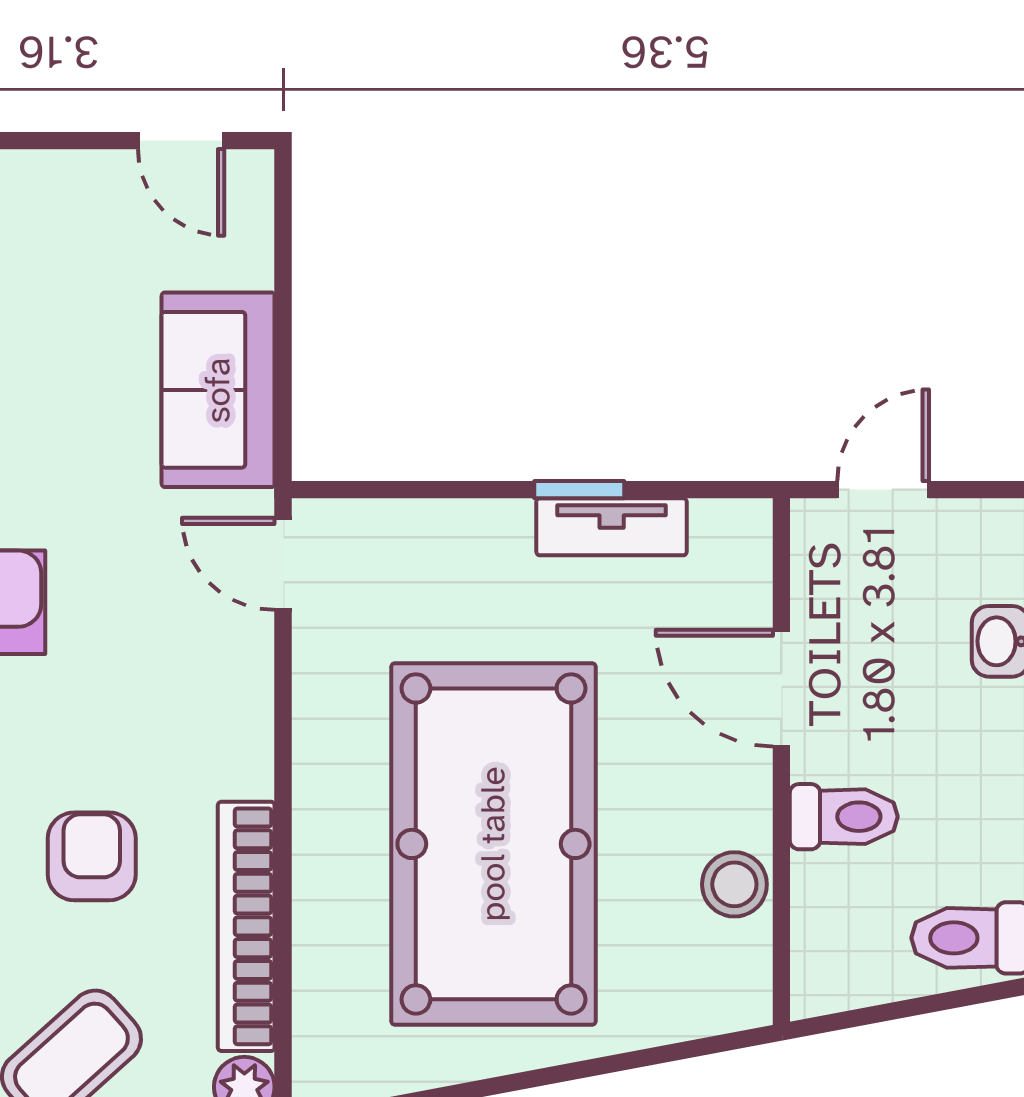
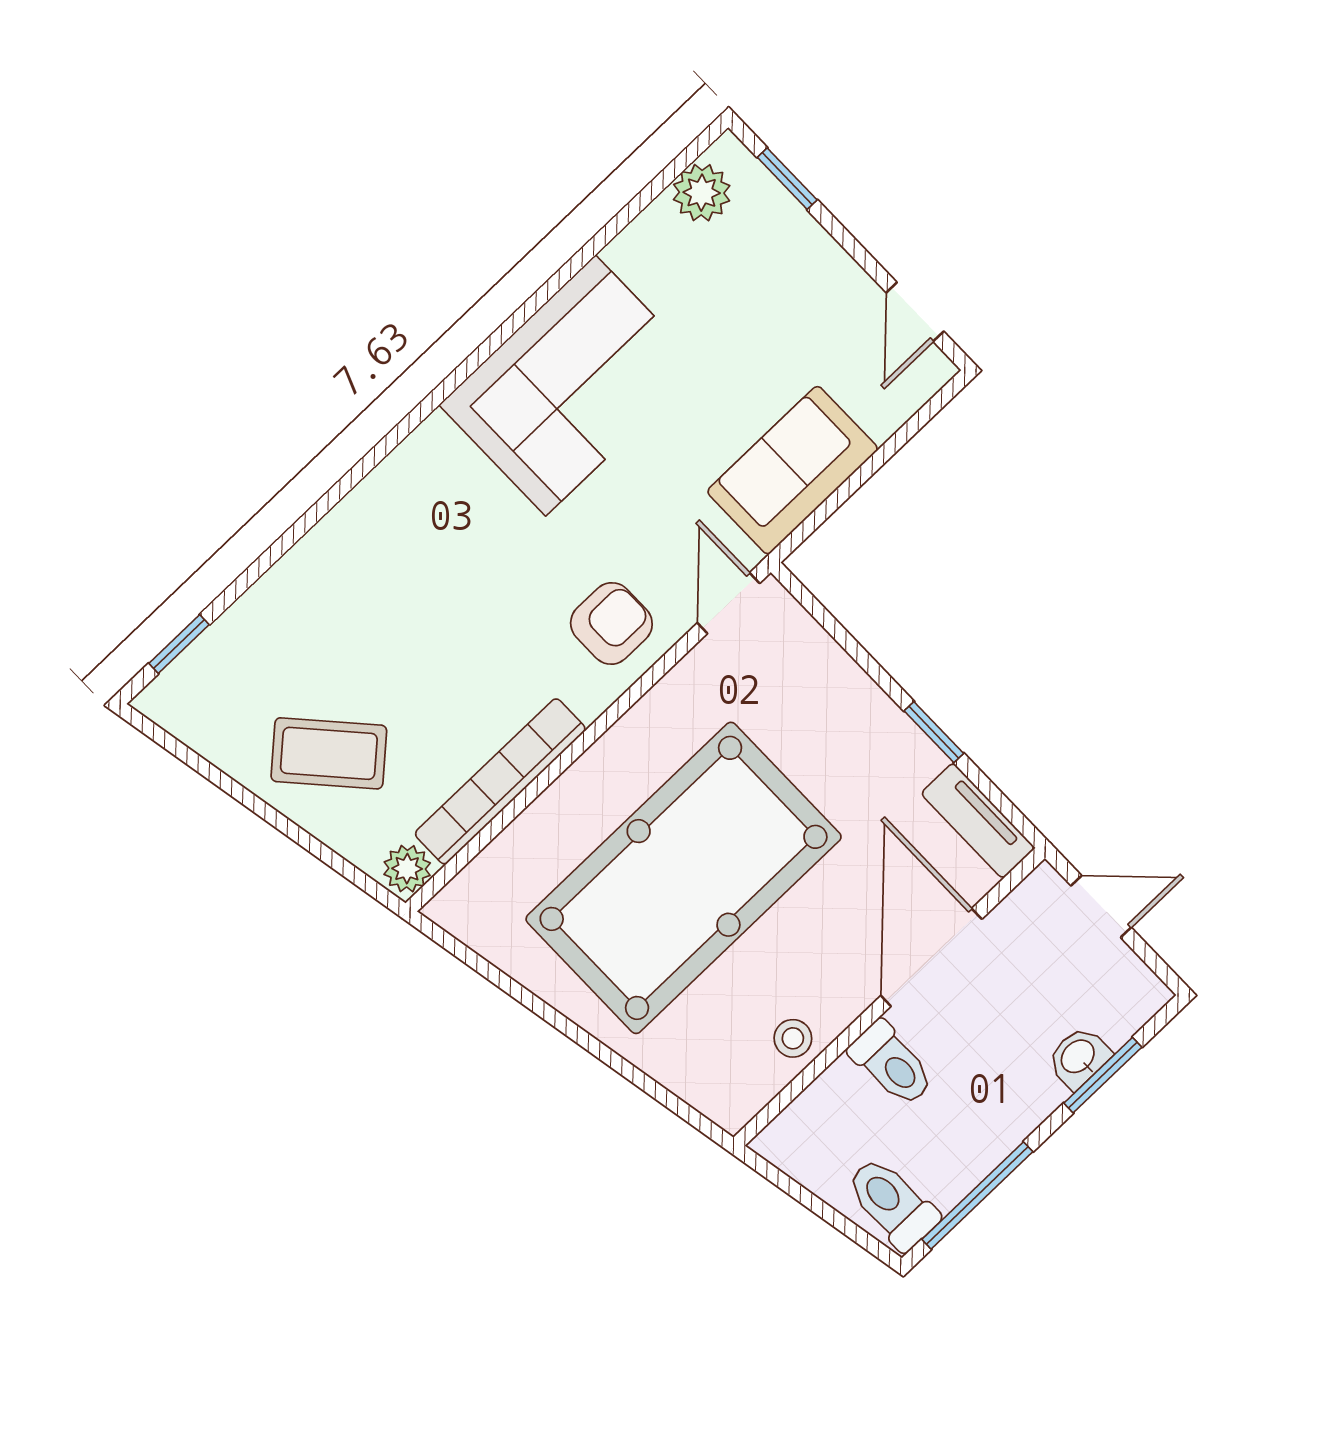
tv unit: (612, 527) -> (978, 821), moved
door: (781, 688) -> (931, 957), width x1.36
armchair: (92, 856) -> (611, 623), moved
stool: (734, 884) -> (793, 1038), width x0.73, depth x0.73

